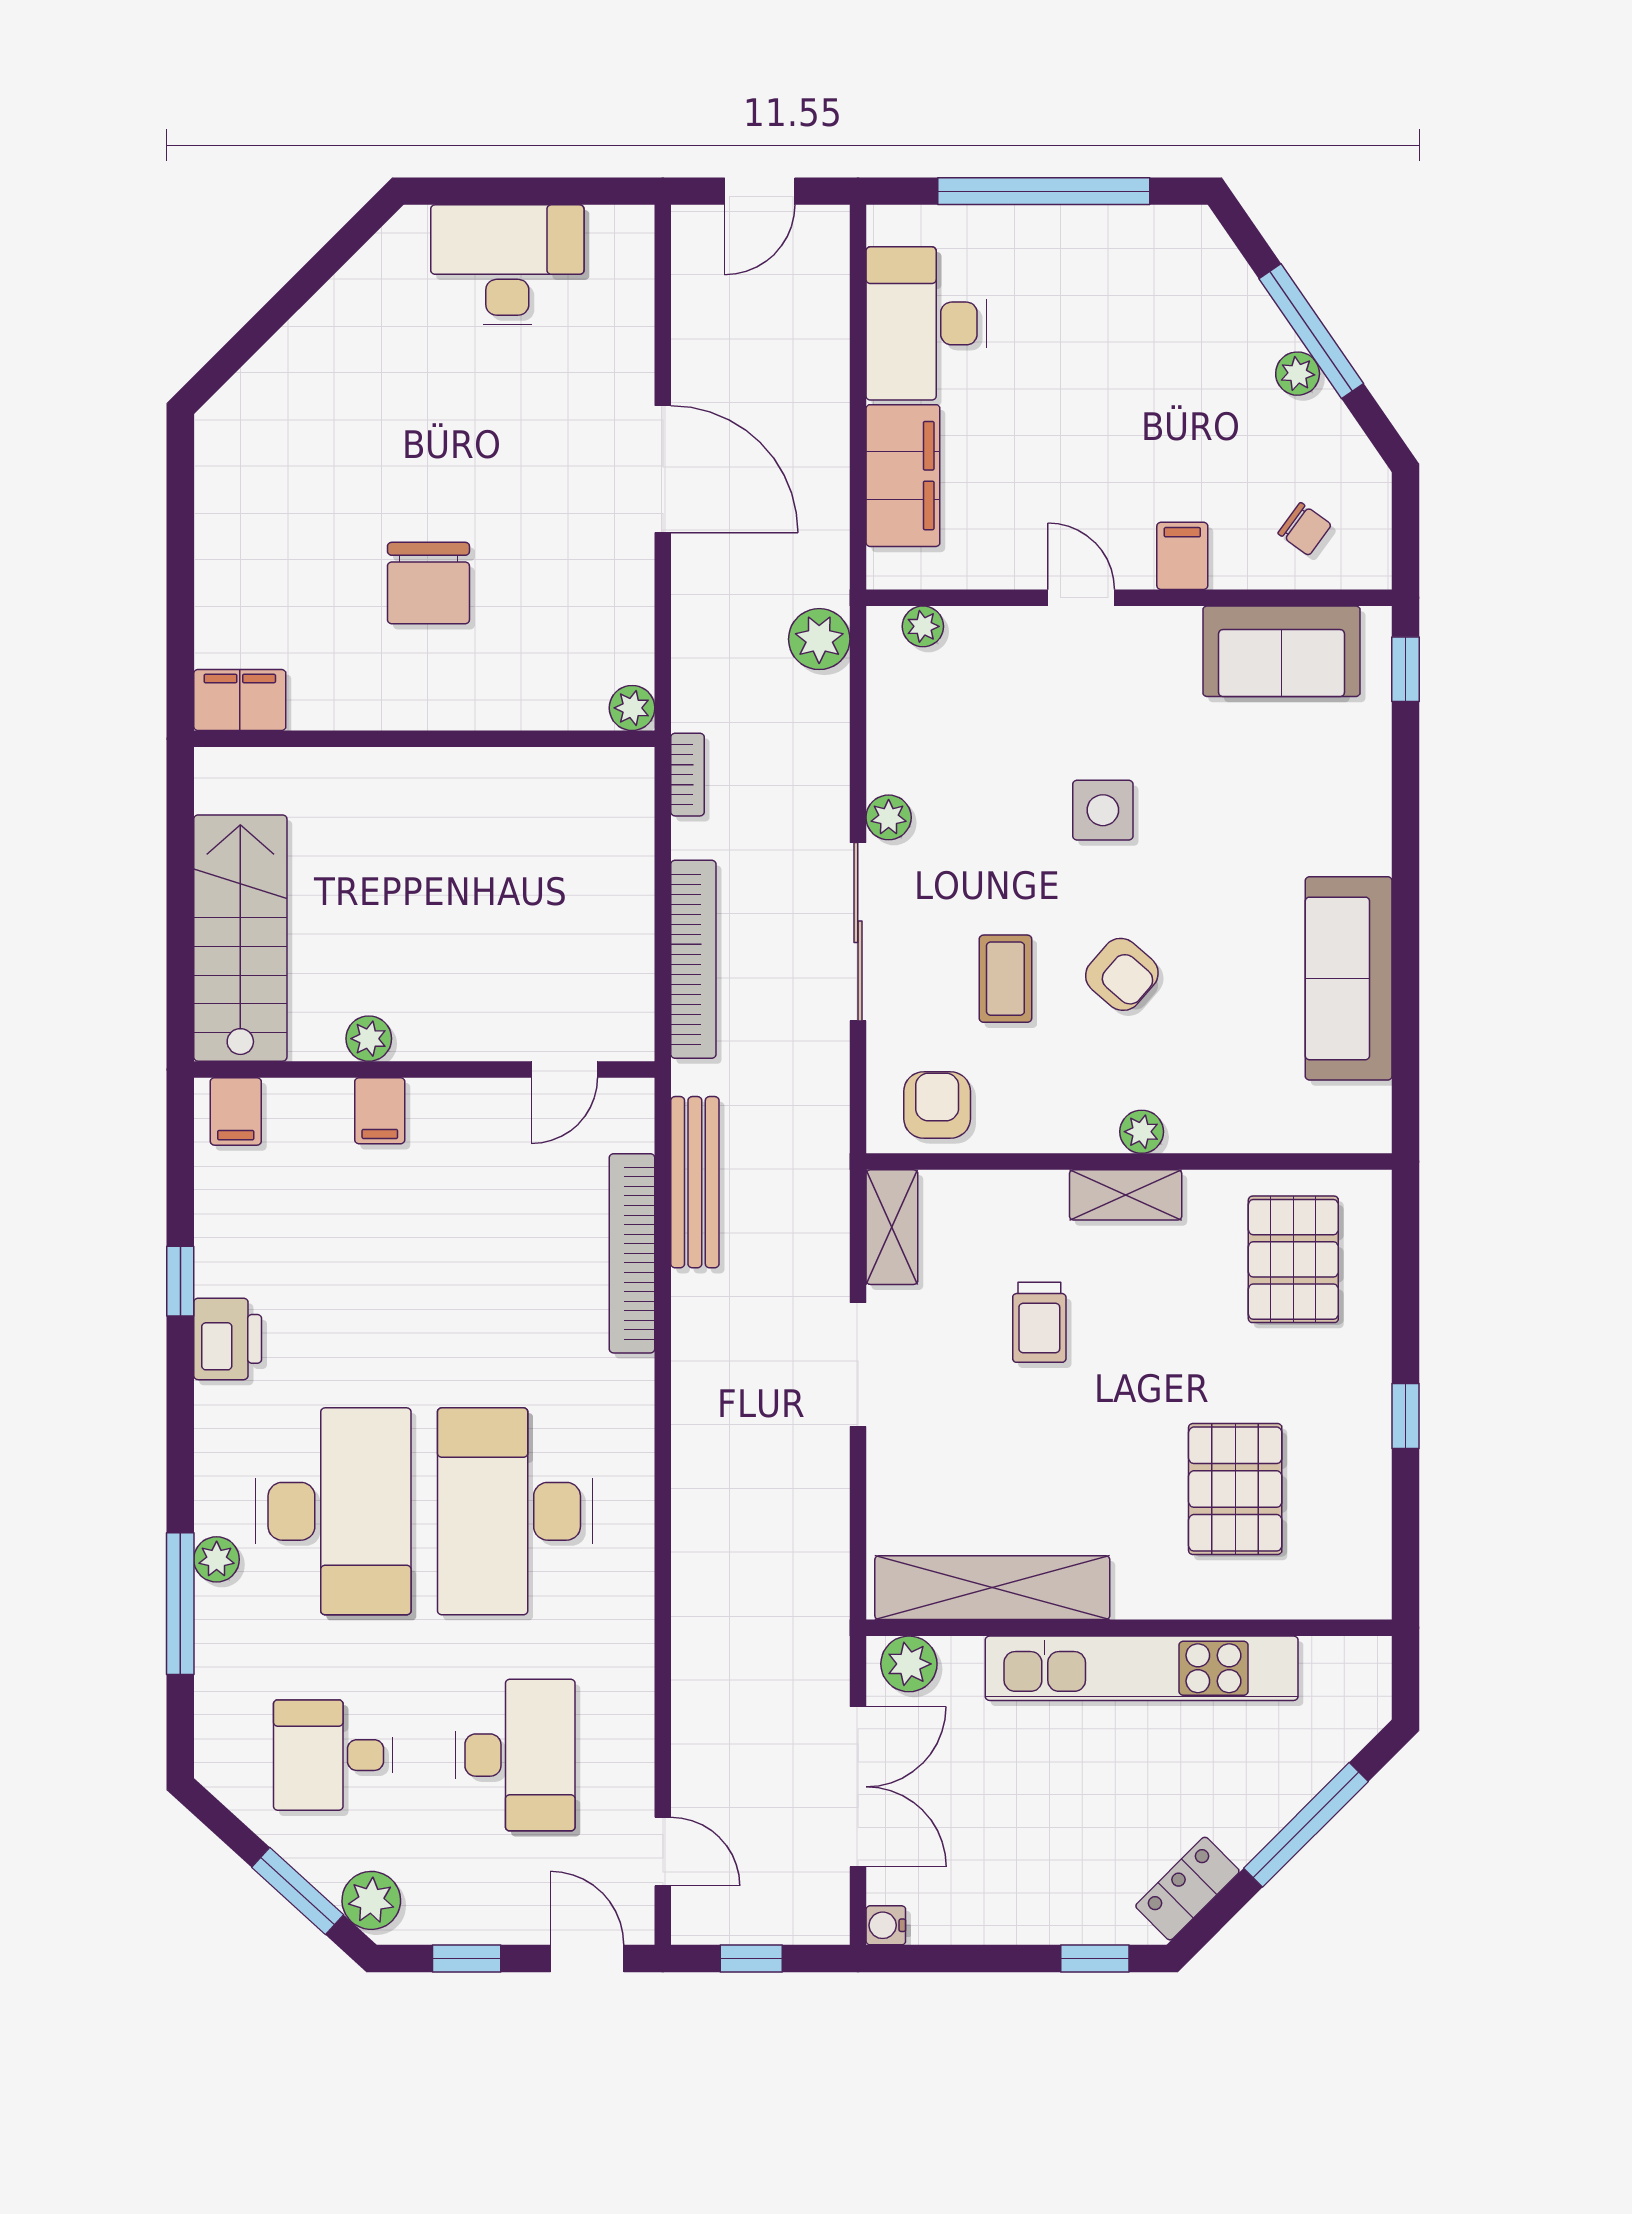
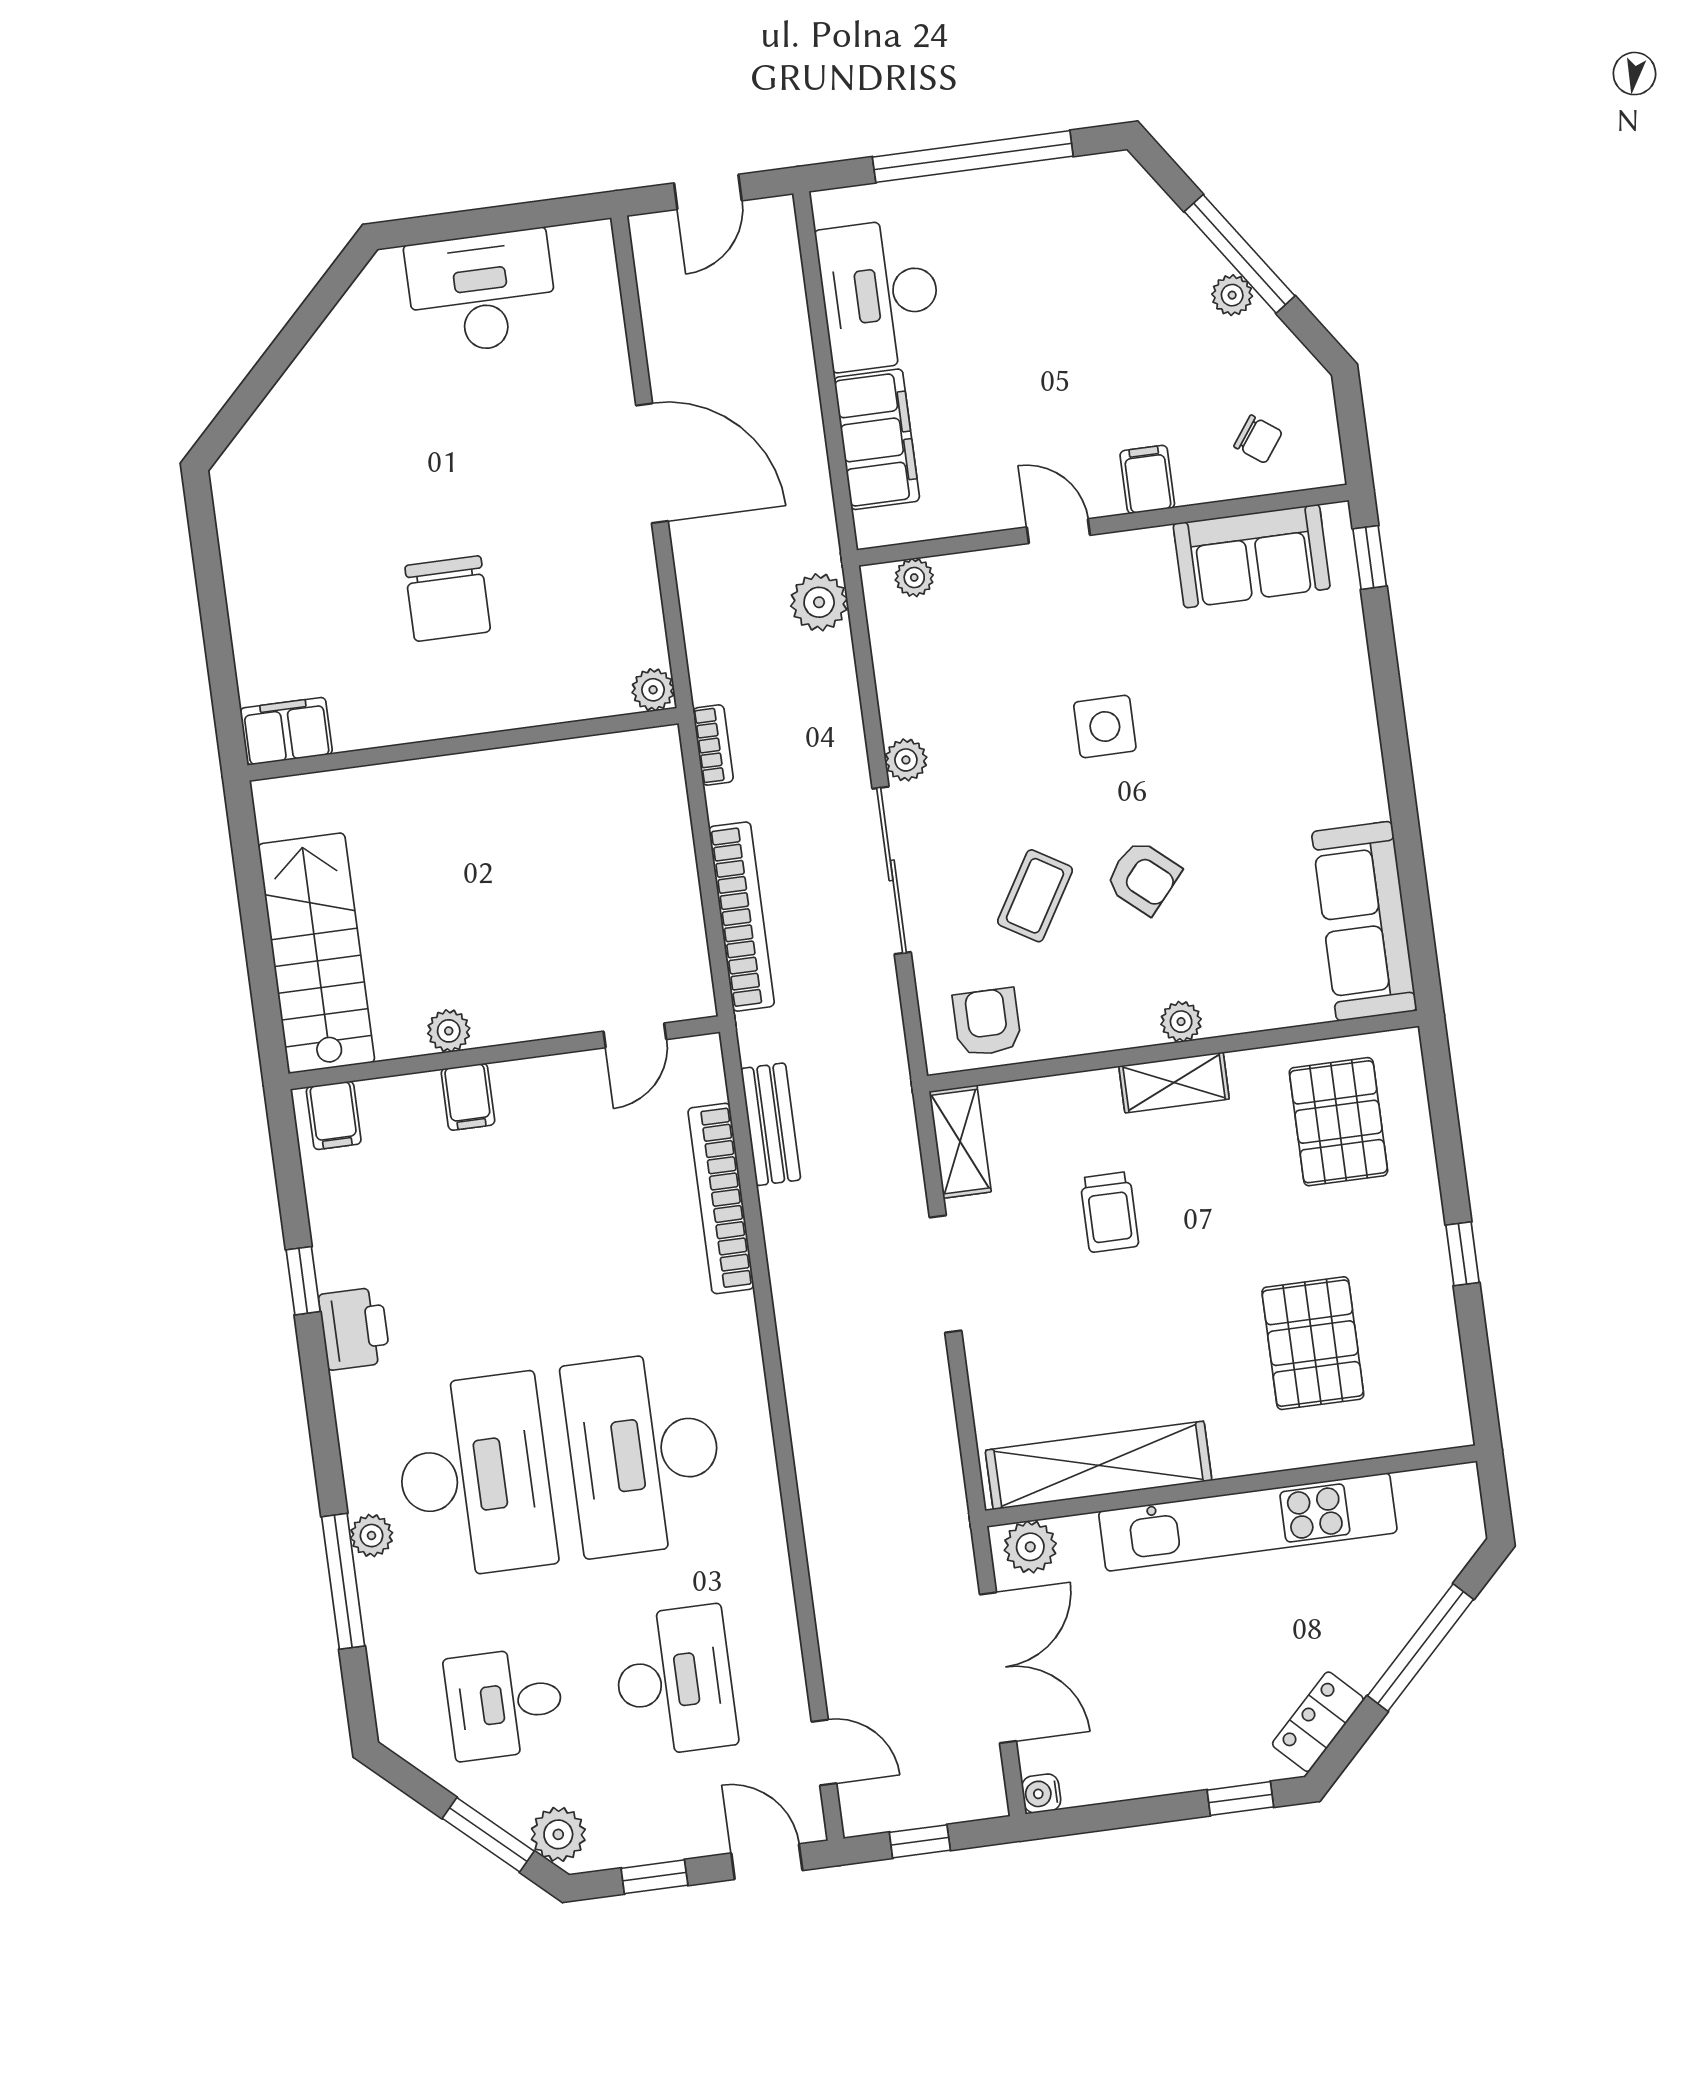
sofa: (1349, 978) -> (1364, 921), moved
coffee table: (1005, 979) -> (1035, 896), turned 31
bench: (695, 1182) -> (771, 1124), width x0.73

